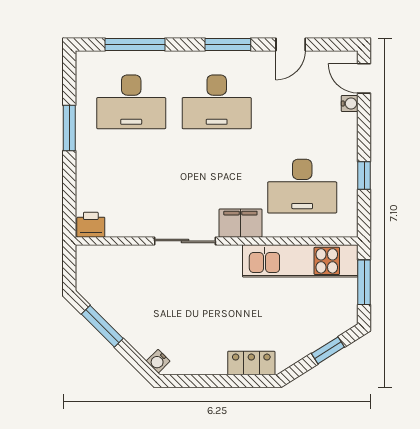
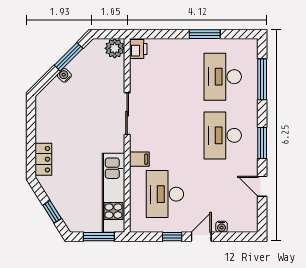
door: (364, 78) -> (201, 237), moved
filing cabinet: (240, 223) -> (139, 159), width x0.50
plant: (90, 259) -> (115, 48), added
water cooler: (158, 361) -> (64, 75), moved

